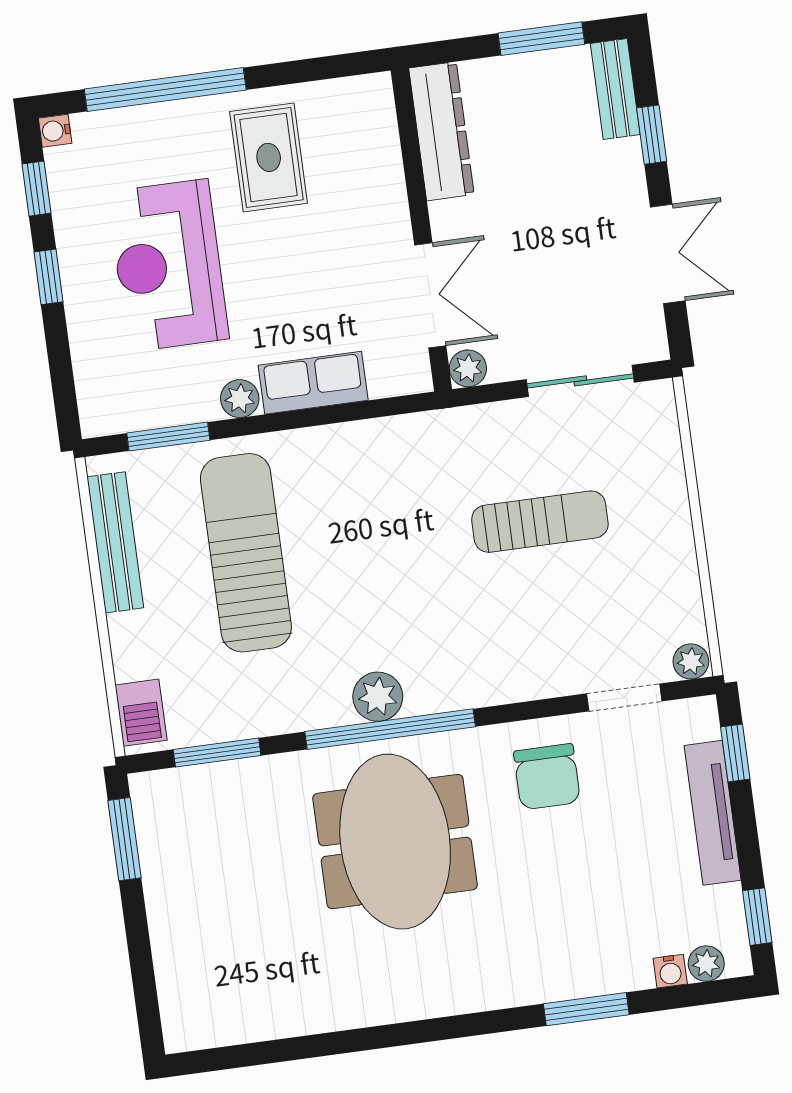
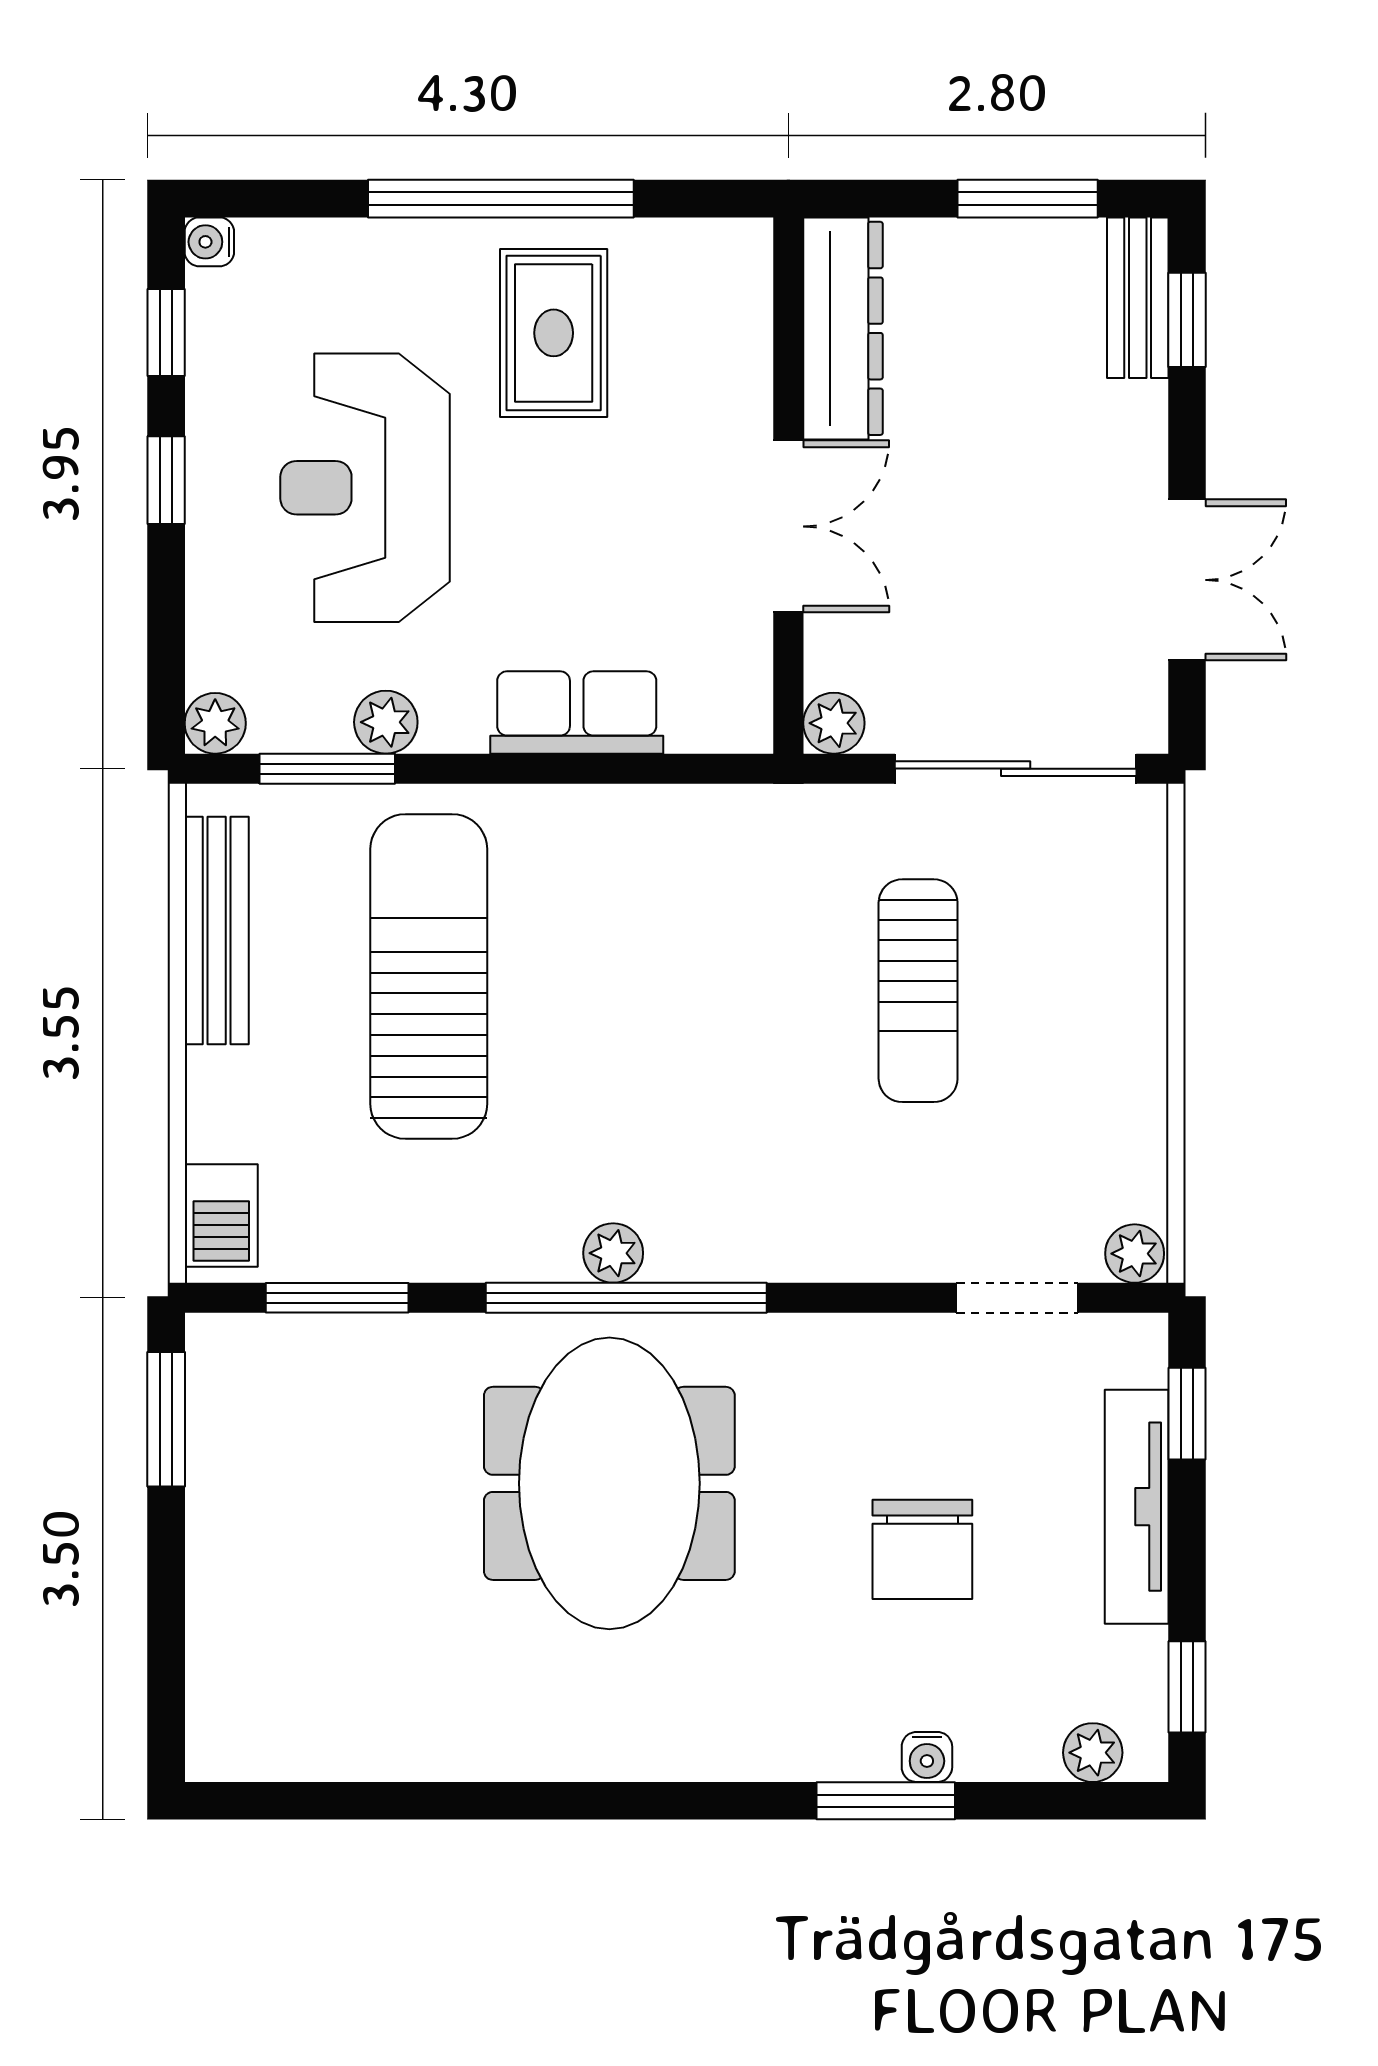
window: (165, 90) -> (501, 199), moved
window: (652, 135) -> (1187, 320), moved
double door: (430, 295) -> (788, 526), moved
sliding door: (580, 381) -> (1016, 769), width x1.37
plant: (240, 399) -> (386, 722), moved
plant: (98, 418) -> (215, 723), added
sun lounger: (540, 522) -> (918, 991), turned 90
plant: (378, 697) -> (613, 1253), width x0.73, depth x0.73
chair: (547, 777) -> (922, 1549), moved
water cooler: (670, 971) -> (927, 1757), moved

